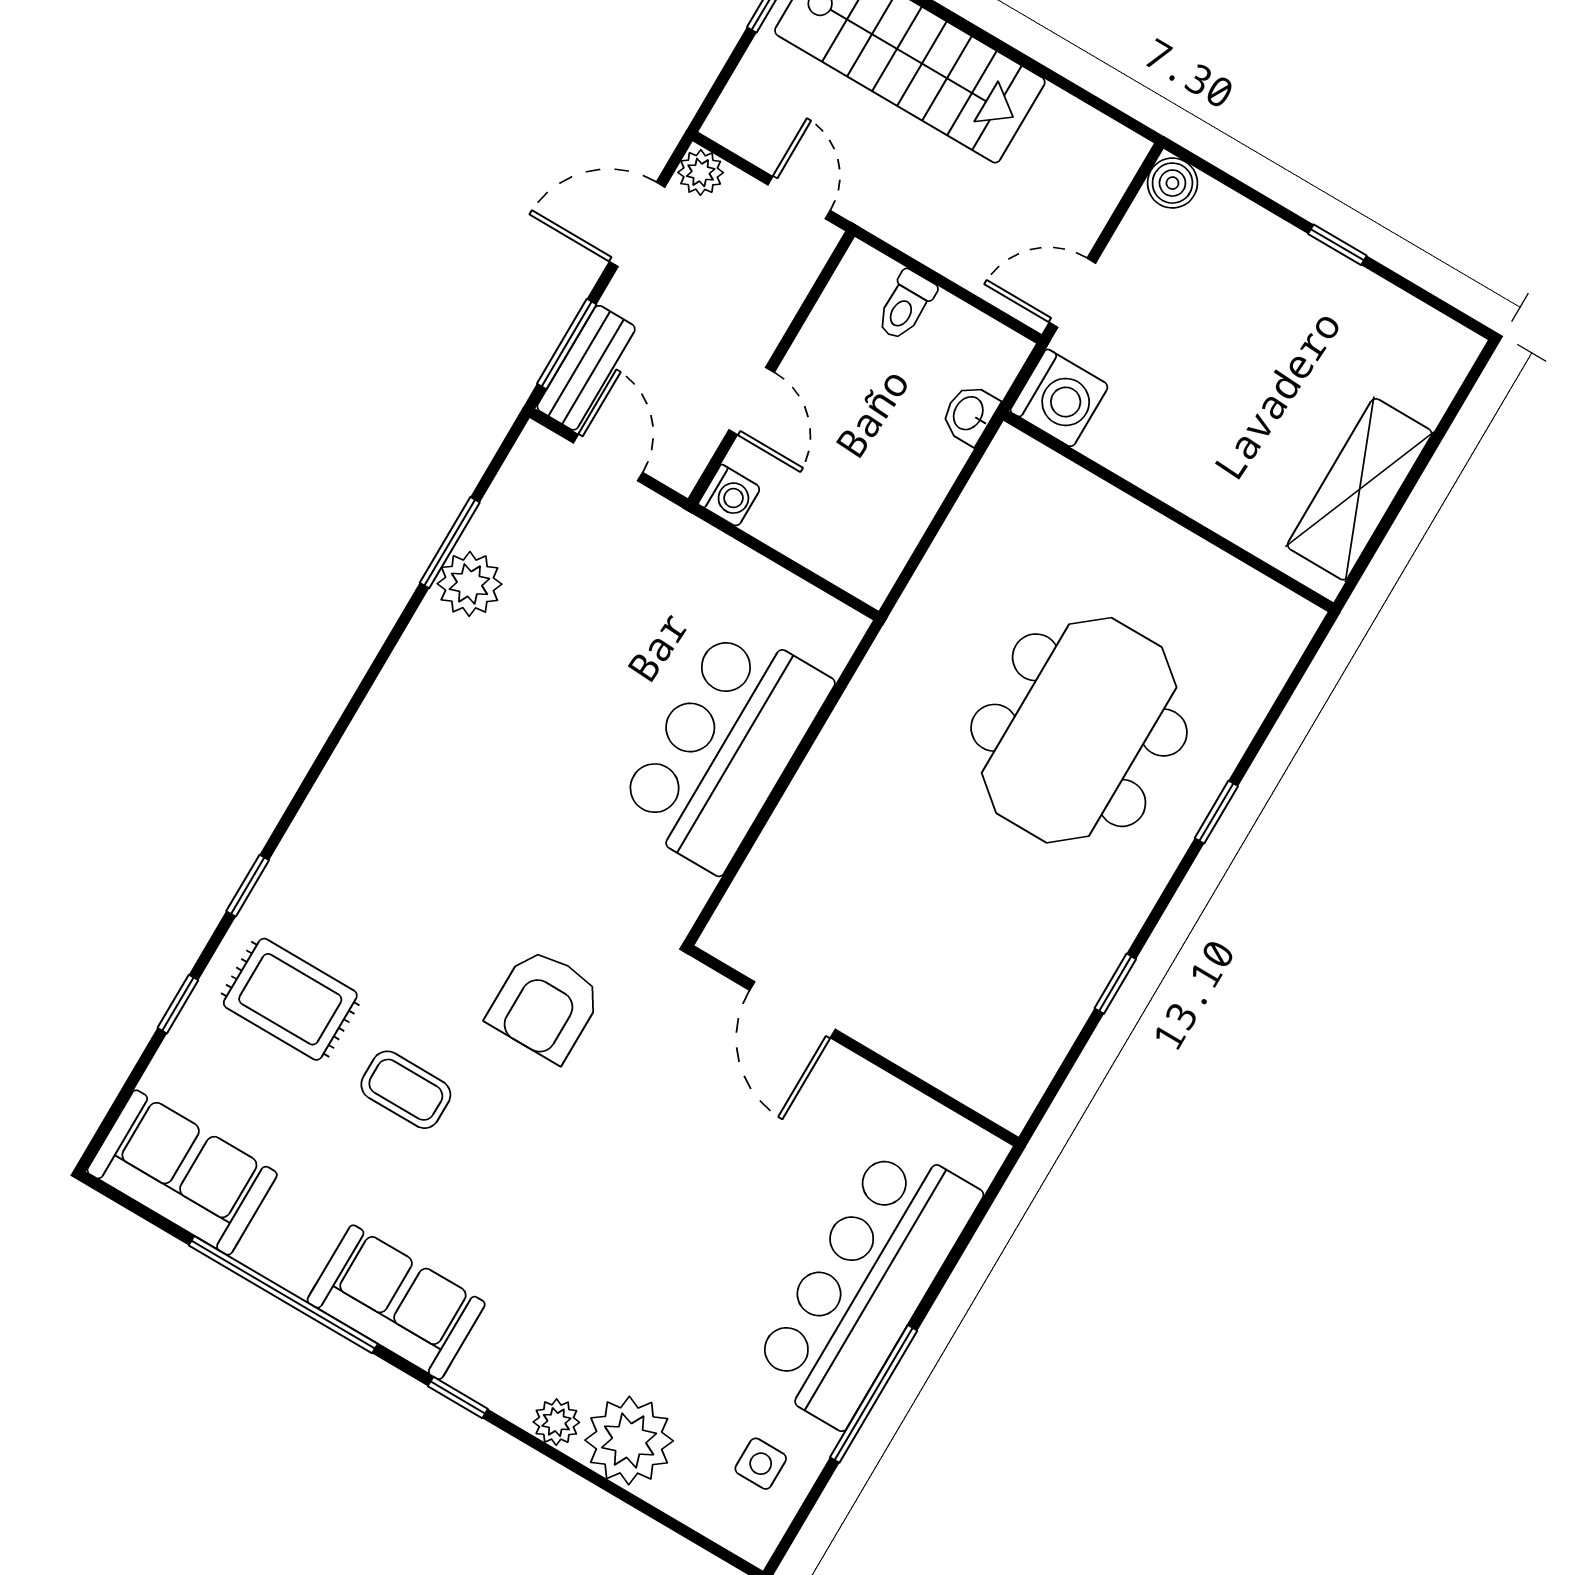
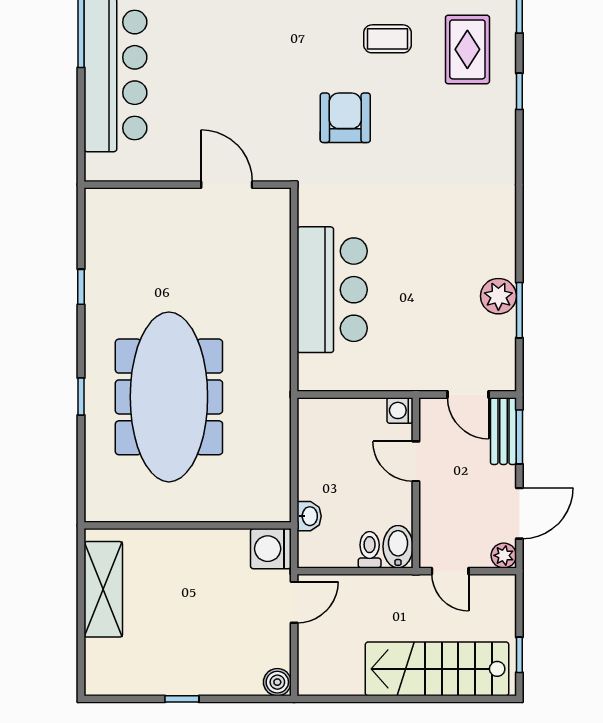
bidet: (858, 284) -> (398, 547), added
meeting table: (1079, 730) -> (169, 397), width x1.36
rug: (290, 999) -> (467, 49), turned 90

